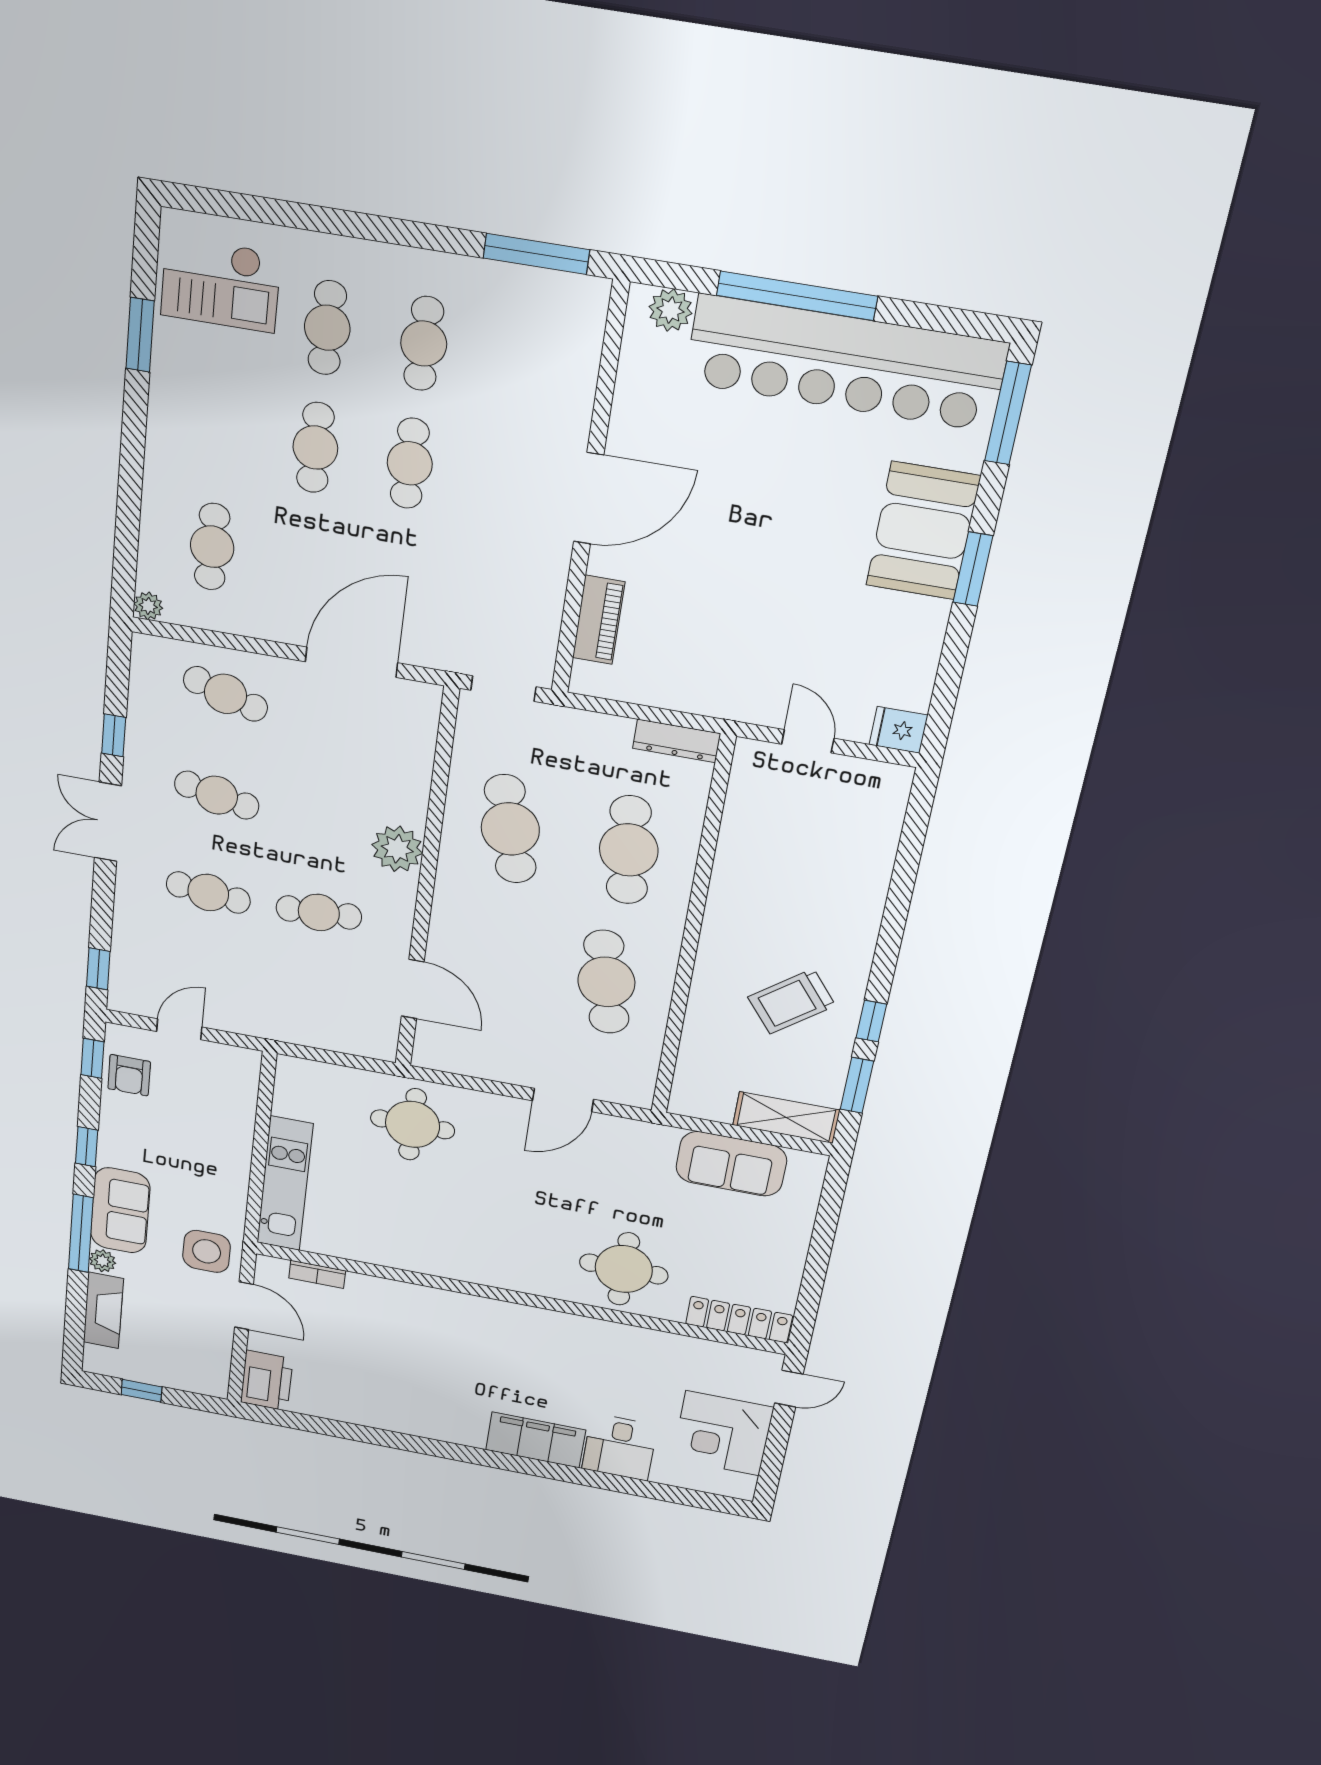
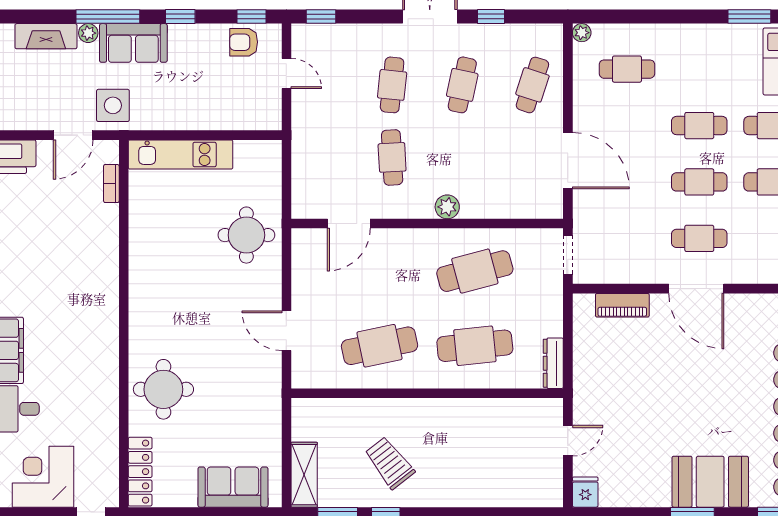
cafe table: (505, 479) -> (699, 238), added
plant: (397, 849) -> (447, 207), width x0.73, depth x0.73
sofa: (731, 1164) -> (233, 487), moved, turned 90

